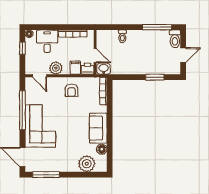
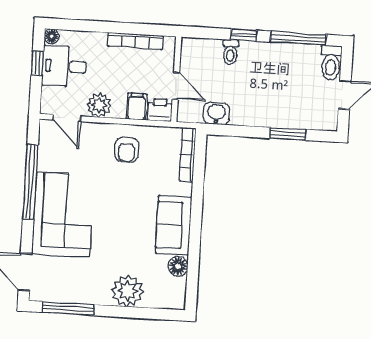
window: (129, 27) -> (244, 35), added
desk: (47, 41) -> (64, 66), moved, turned -90
washbasin: (104, 69) -> (216, 113), moved
plant: (87, 164) -> (128, 291), moved

